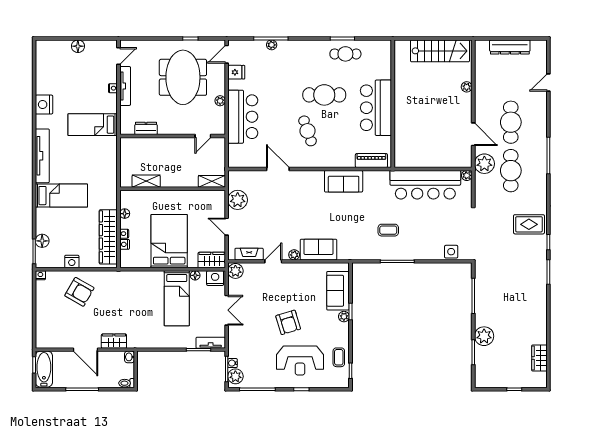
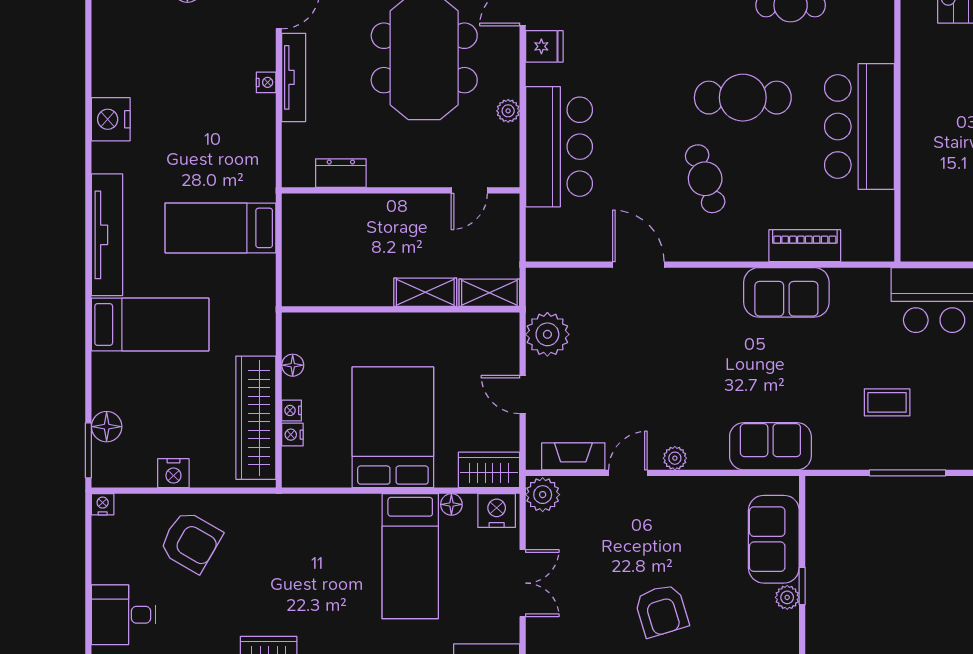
bed: (93, 125) -> (220, 228), moved
piano: (371, 161) -> (805, 246), moved
shelving: (146, 181) -> (425, 292), moved
sofa: (318, 250) -> (770, 446), moved
desk: (50, 324) -> (124, 615), added

